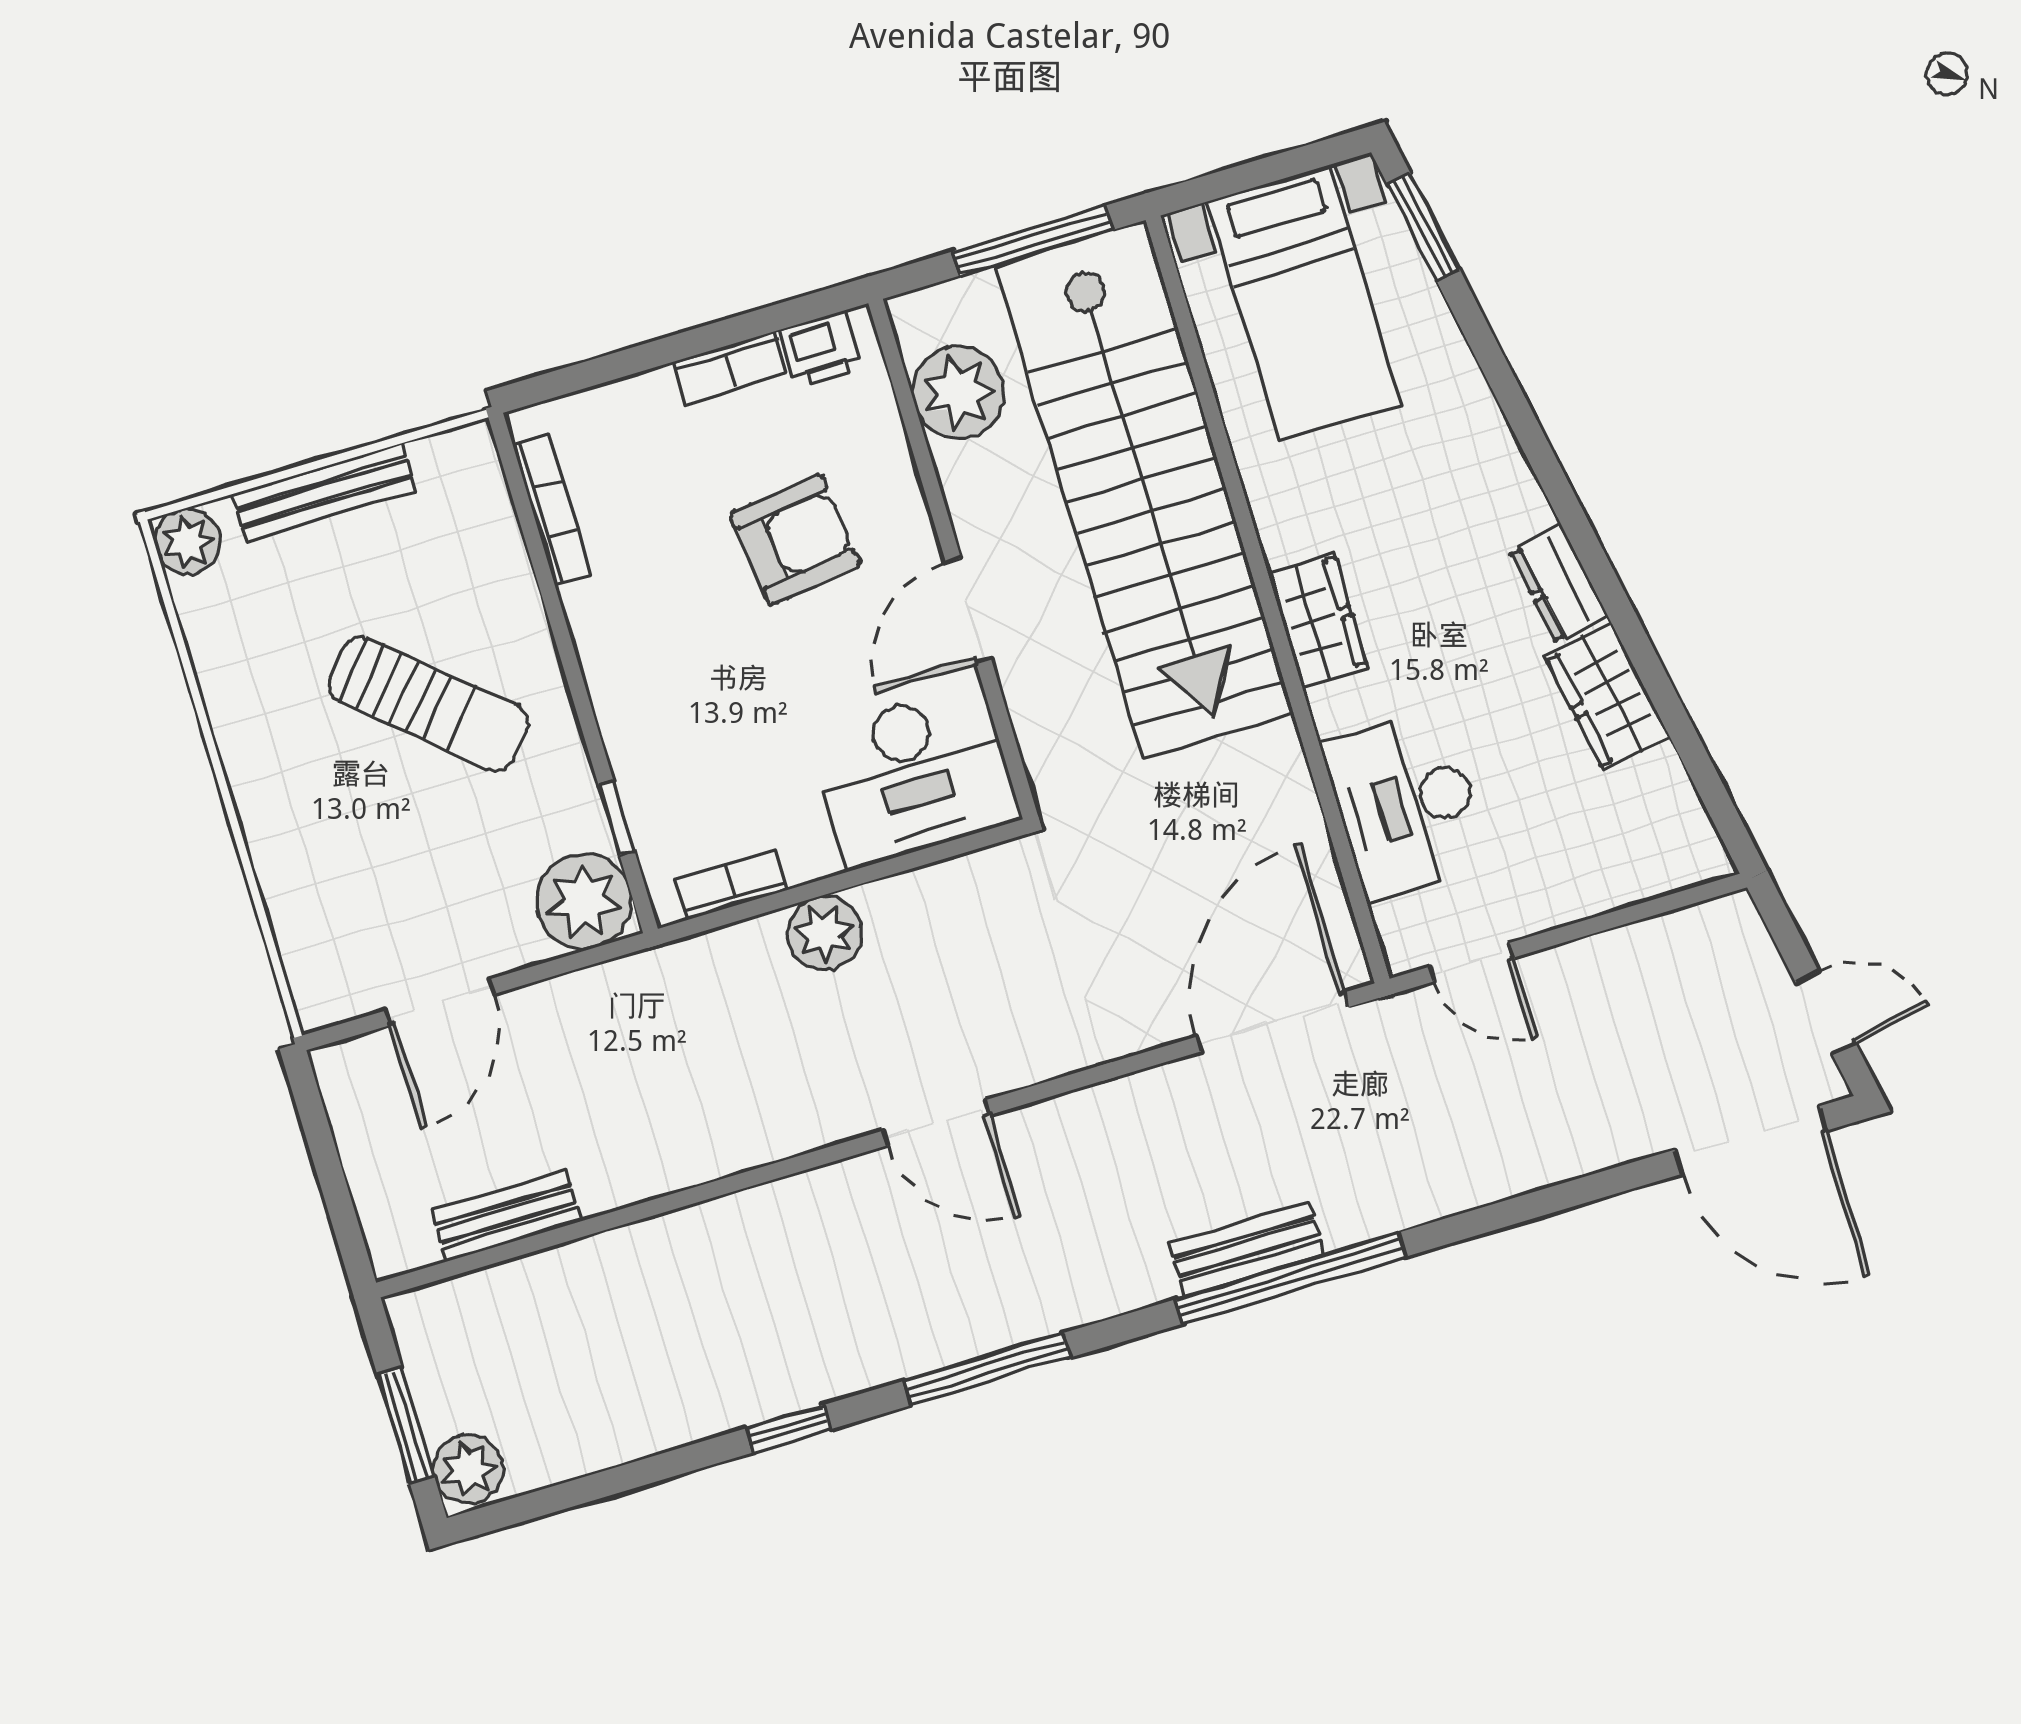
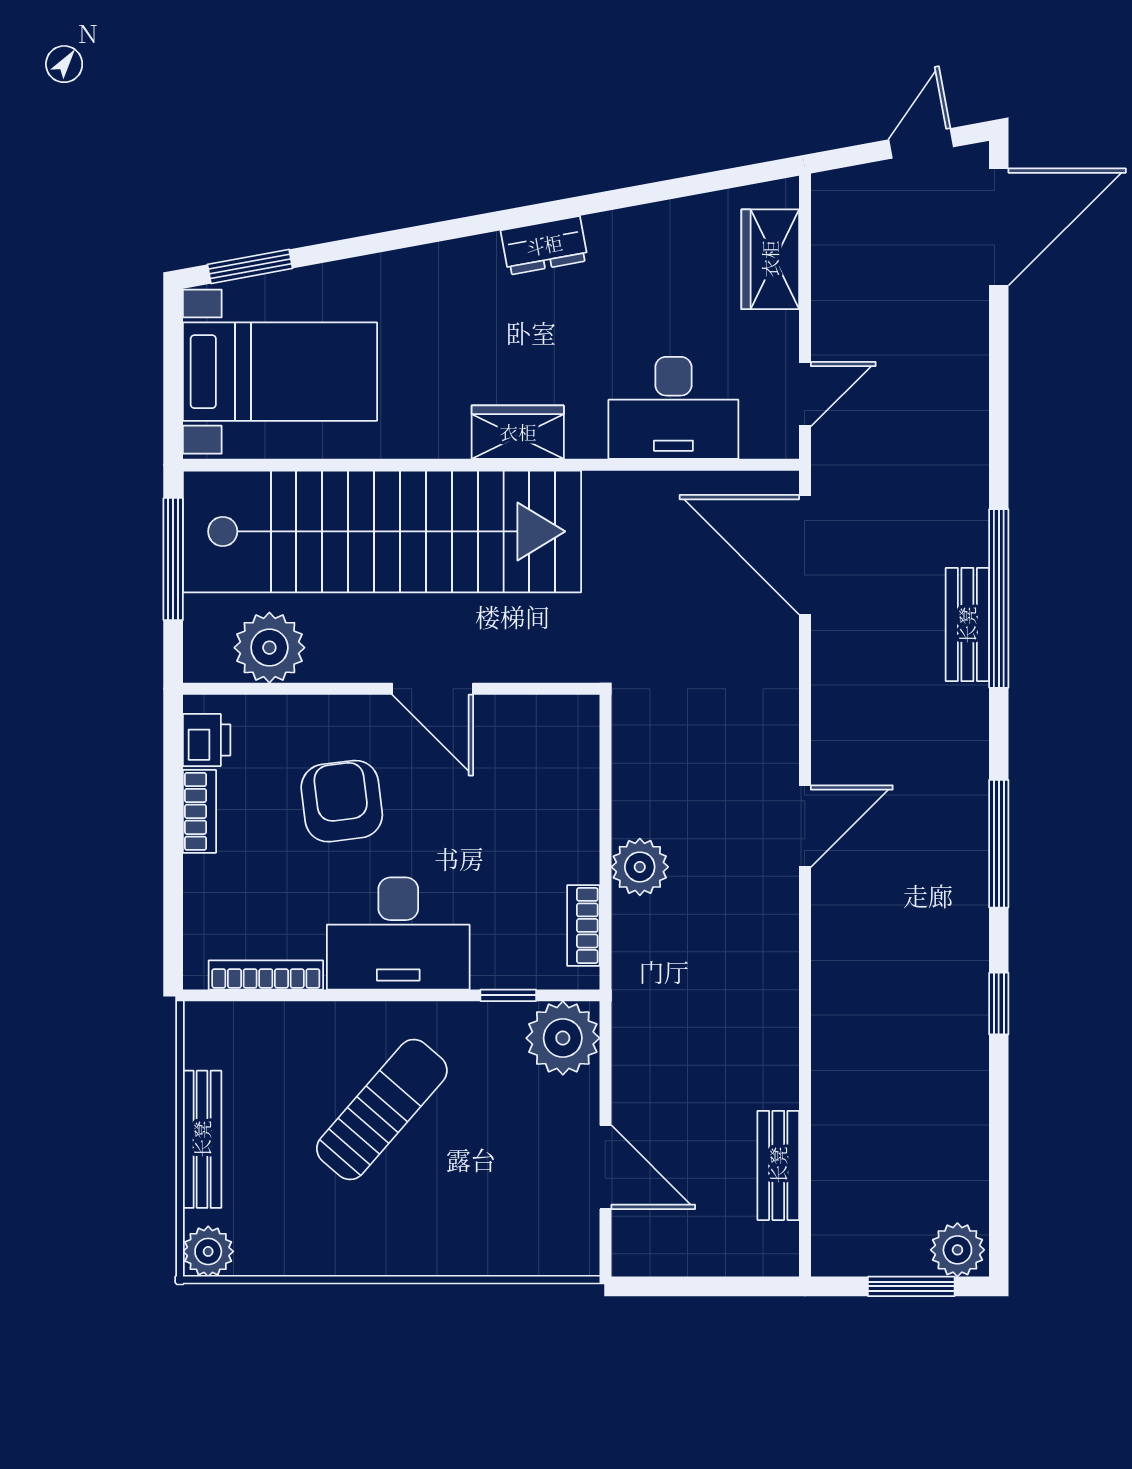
wardrobe: (1607, 696) -> (770, 259), moved, turned 100
desk: (914, 776) -> (398, 934), moved, turned 90

